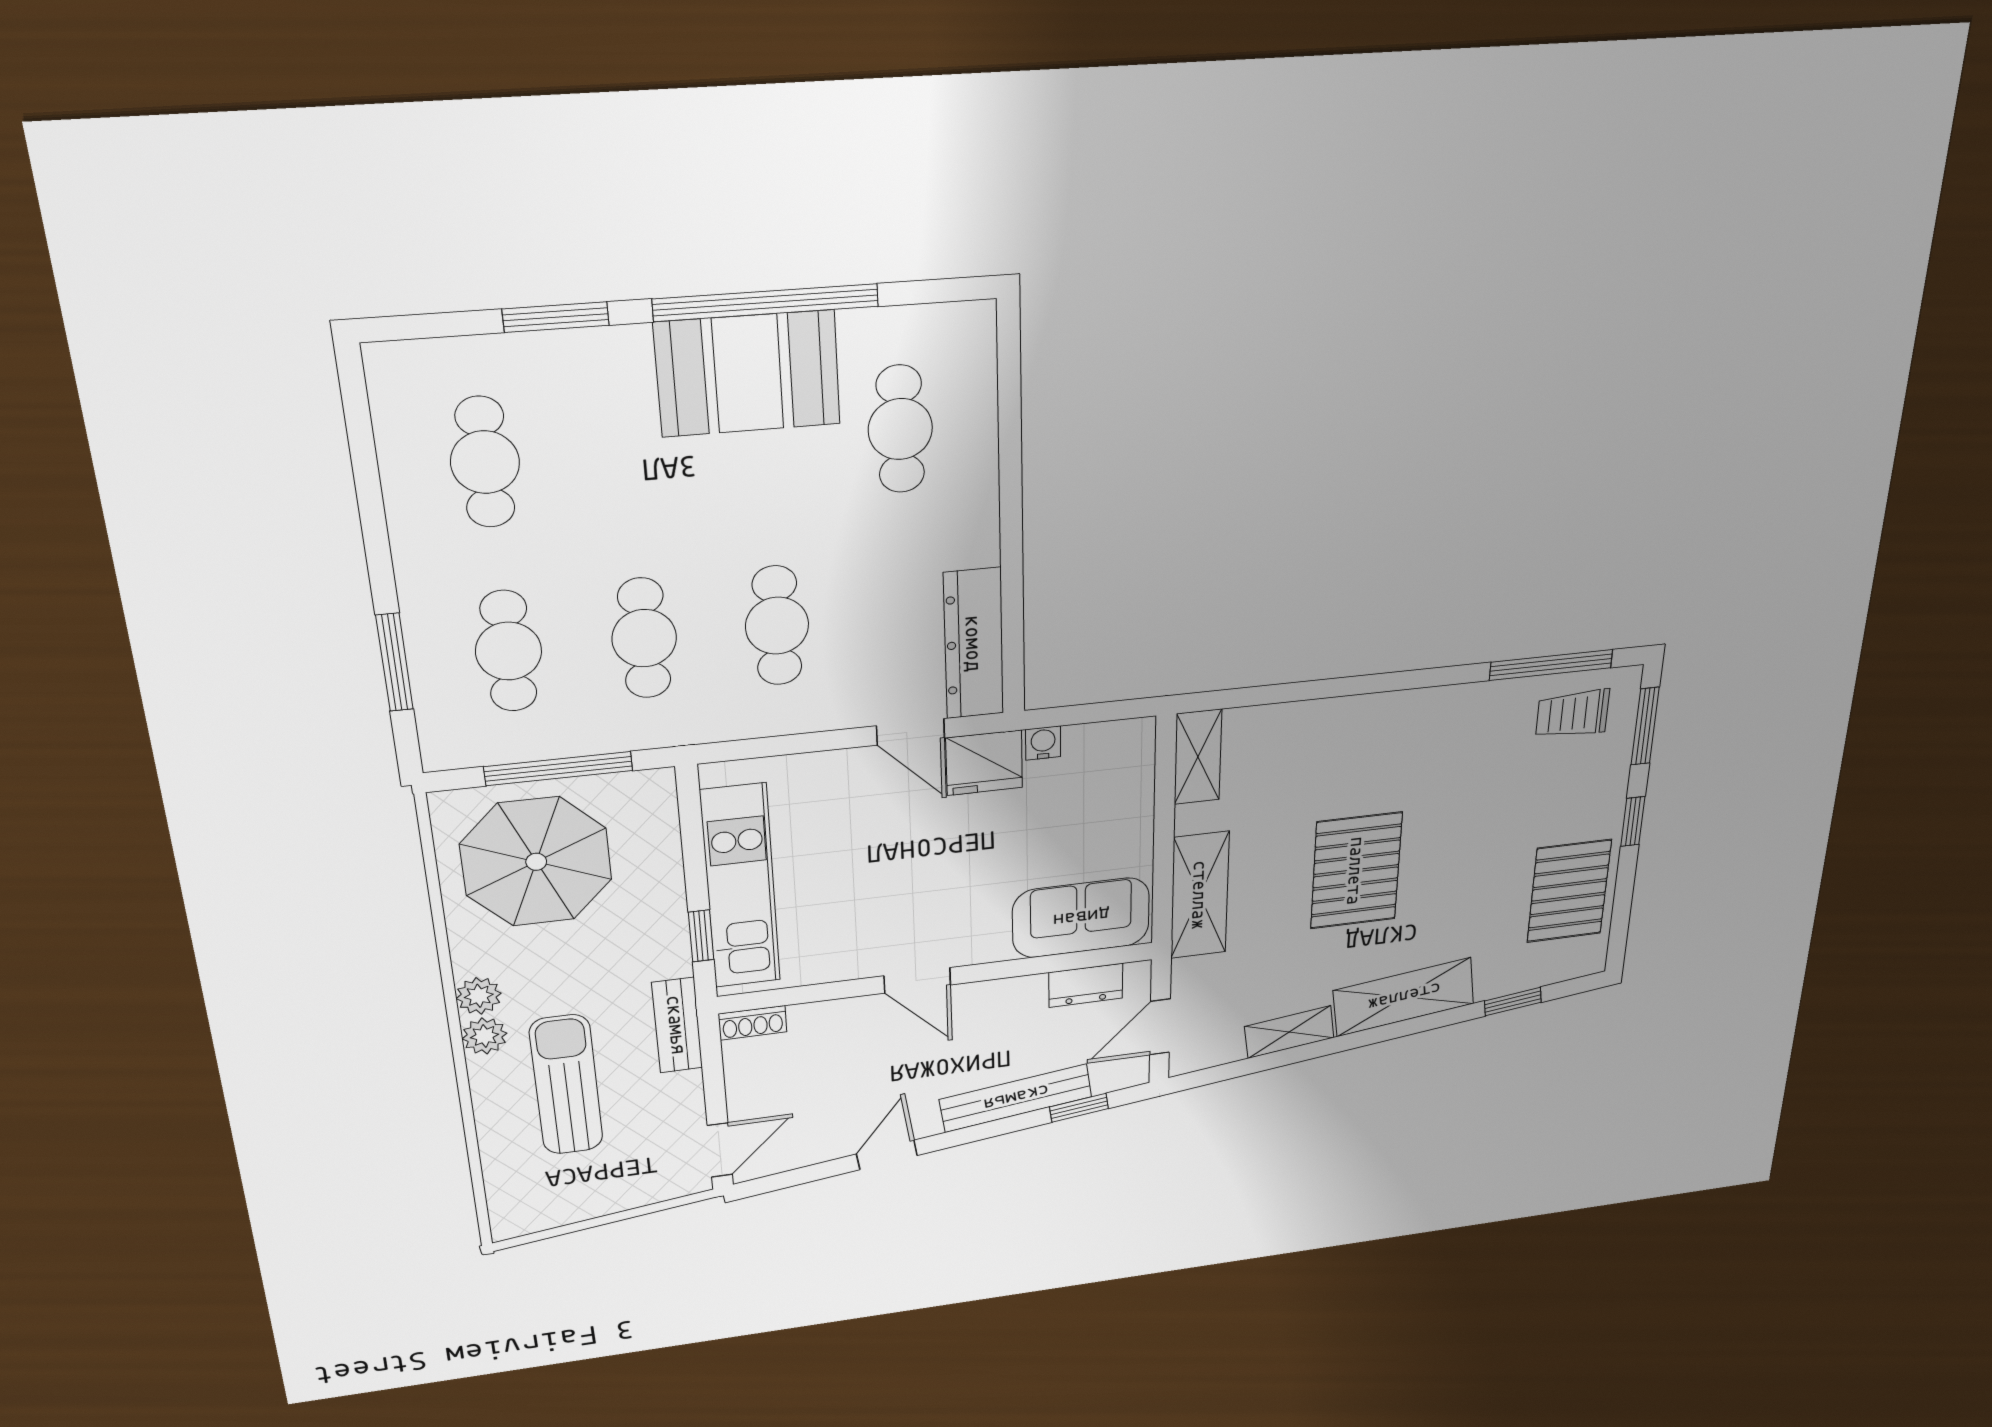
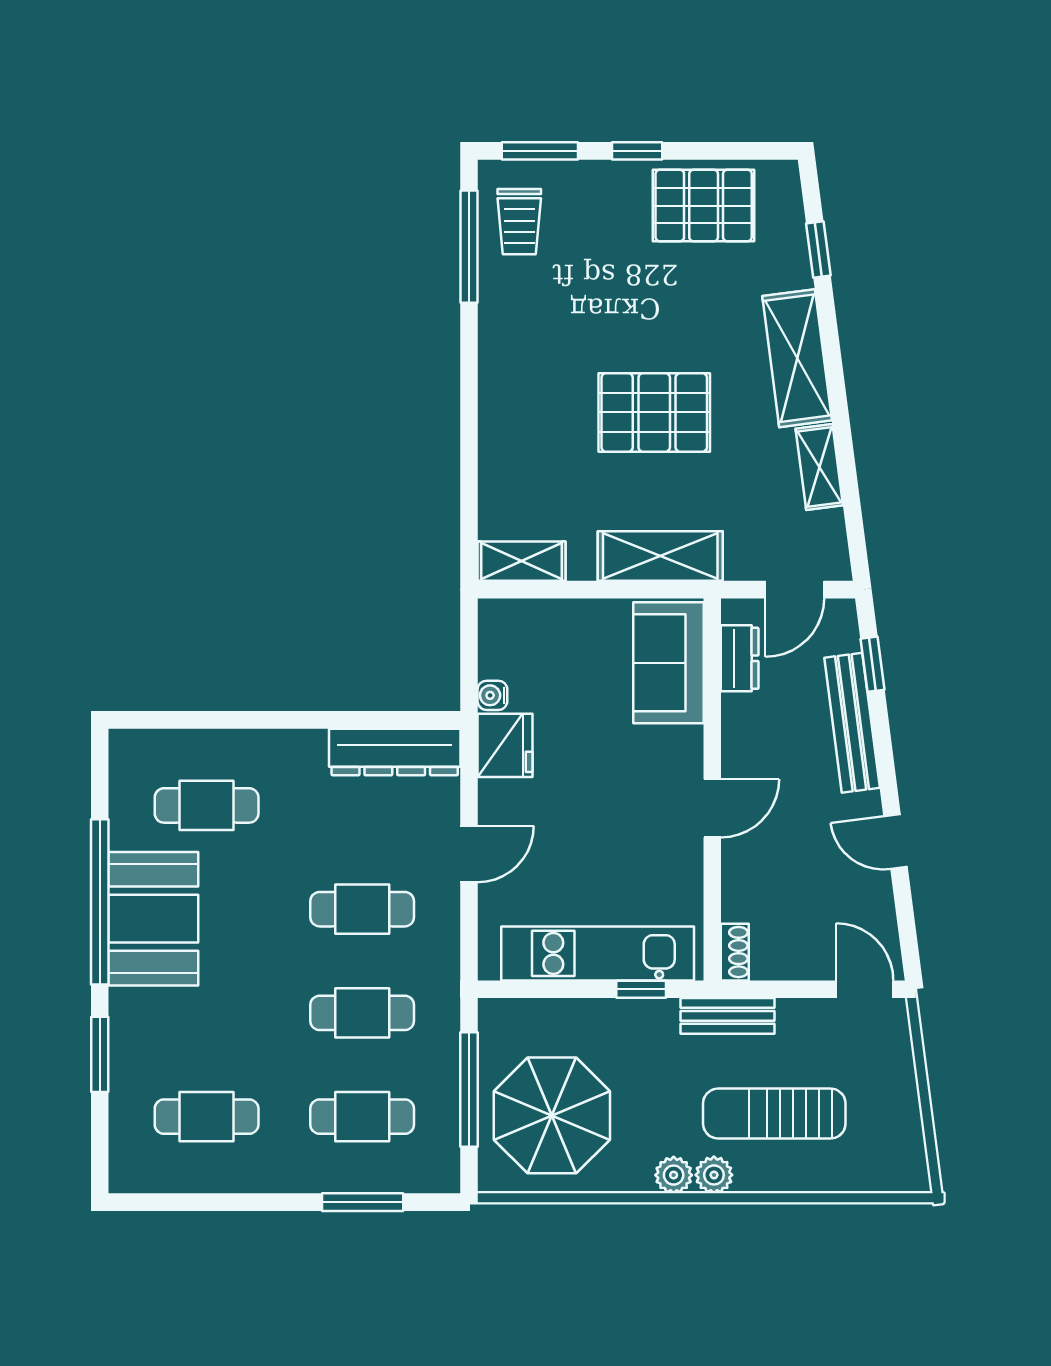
door: (911, 732) -> (469, 854), moved
door: (1160, 1027) -> (795, 590), hinge flipped

